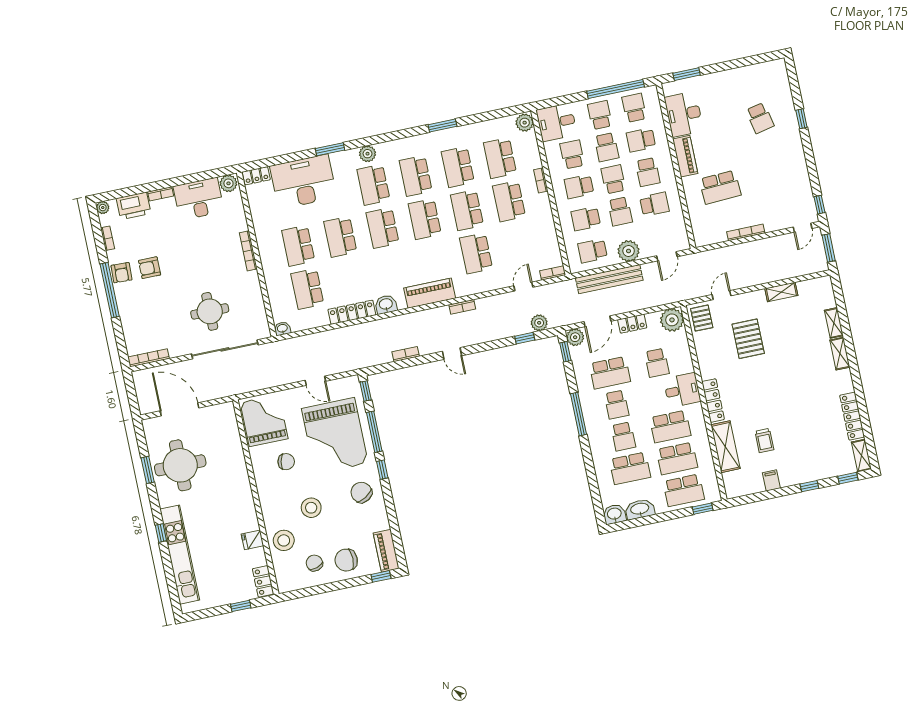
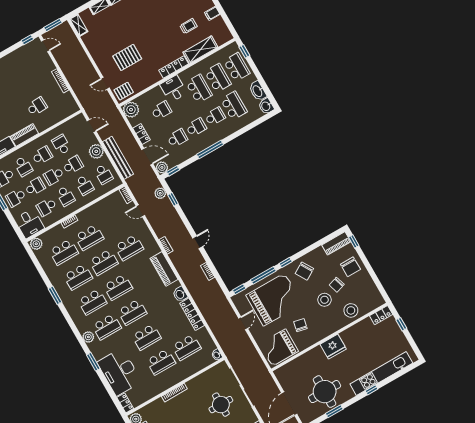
school desk: (720, 187) -> (37, 106), width x0.54
shelving: (781, 292) -> (79, 25), moved
school desk: (610, 373) -> (177, 138), width x0.54
fridge: (252, 540) -> (333, 347), moved, width x1.88, depth x1.34
chair: (314, 563) -> (337, 285), moved

